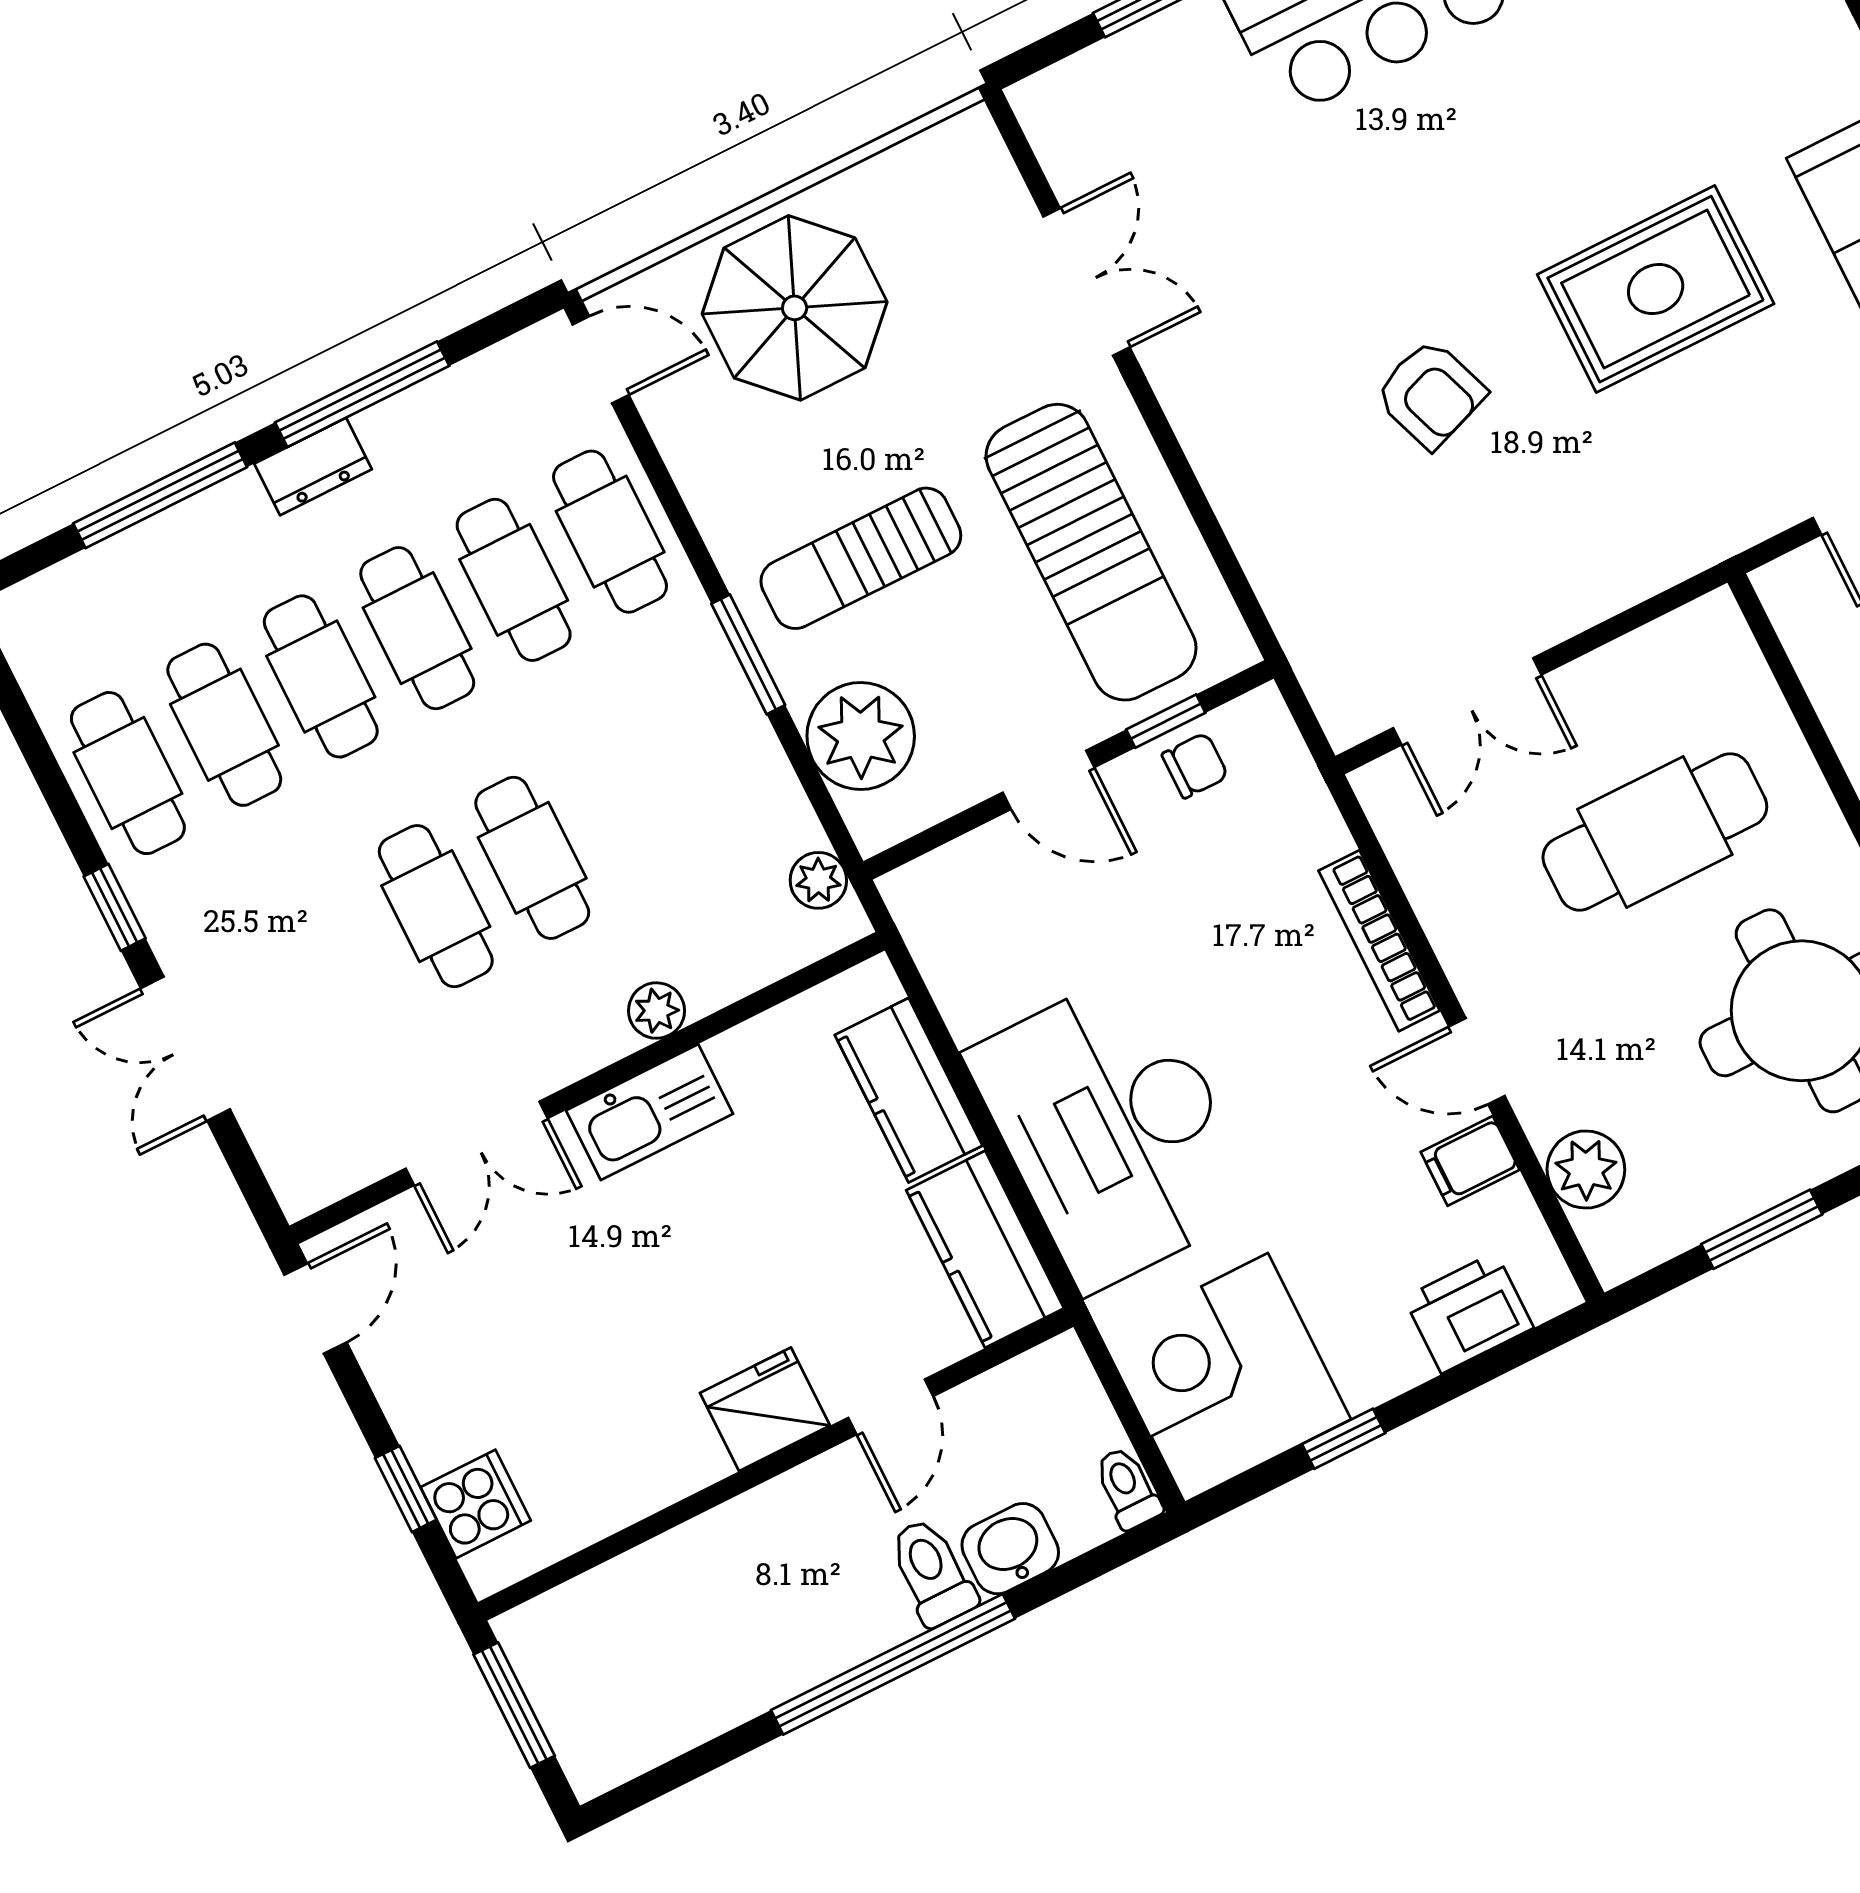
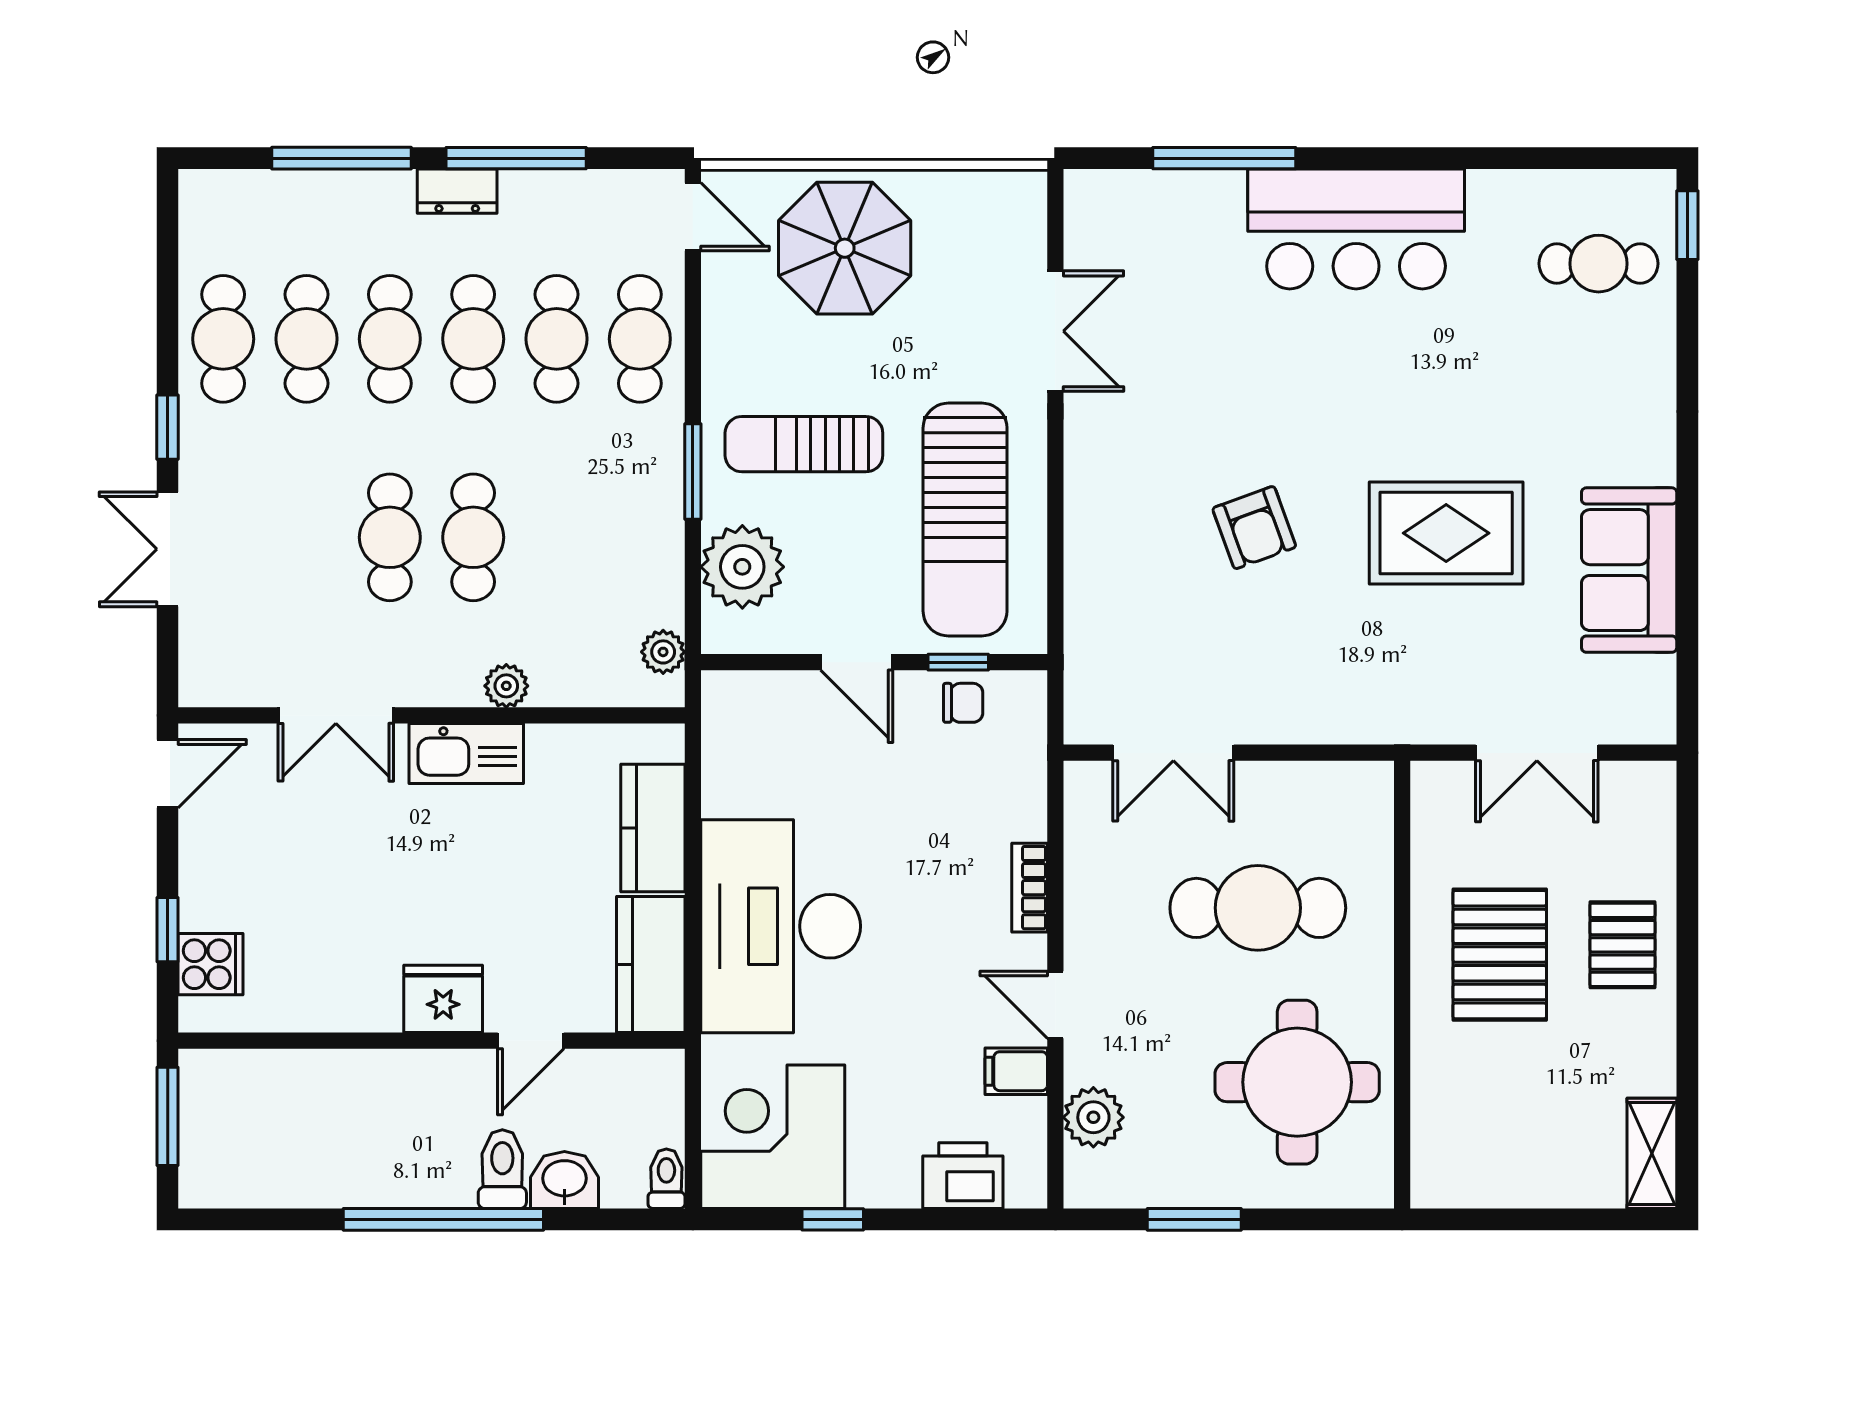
bookcase: (1379, 941) -> (1030, 888), width x0.64

